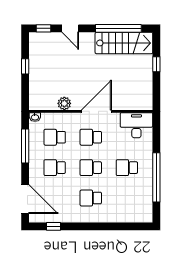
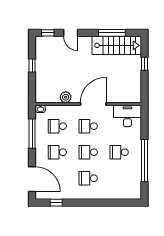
window: (118, 28) -> (112, 33), width x0.68

